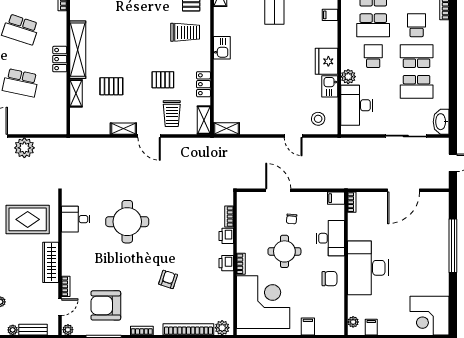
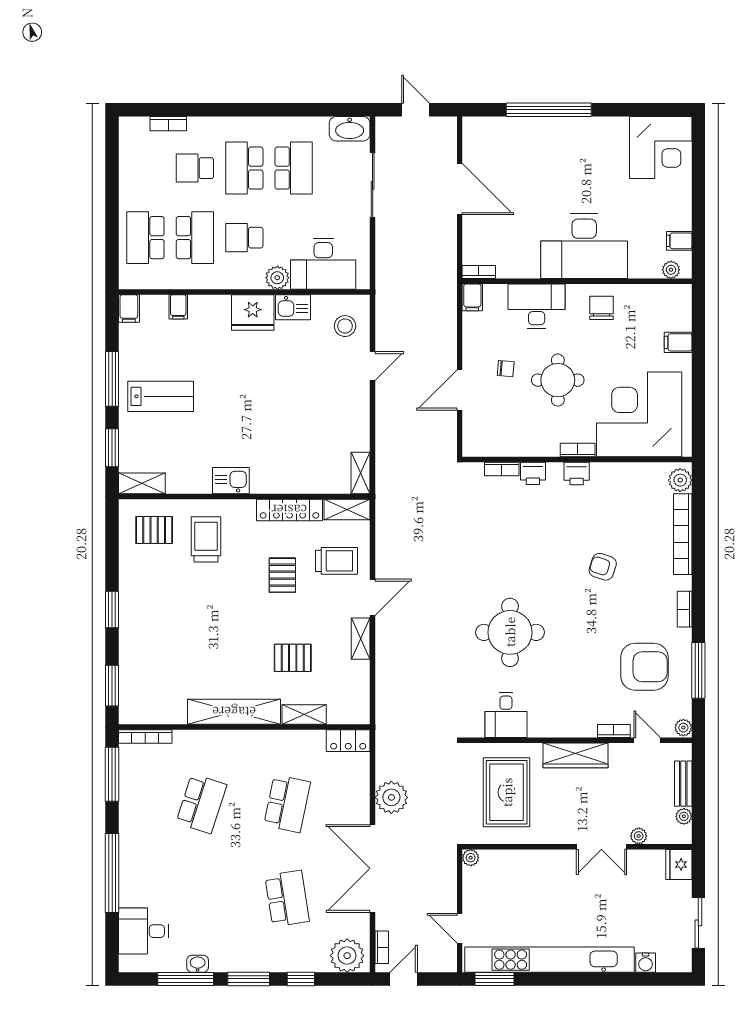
locker: (60, 59) -> (348, 741), moved
locker: (203, 84) -> (289, 510), width x1.53
pallet: (111, 86) -> (293, 658), turned 90
armchair: (106, 305) -> (644, 667), turned -90

